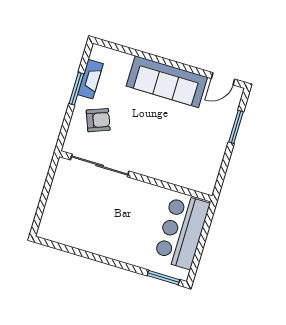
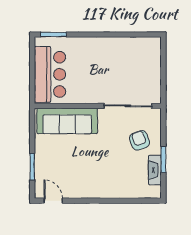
door: (223, 79) -> (53, 201), hinge flipped
sofa: (167, 82) -> (67, 121), moved, turned 180
armchair: (98, 120) -> (140, 140), turned 92

